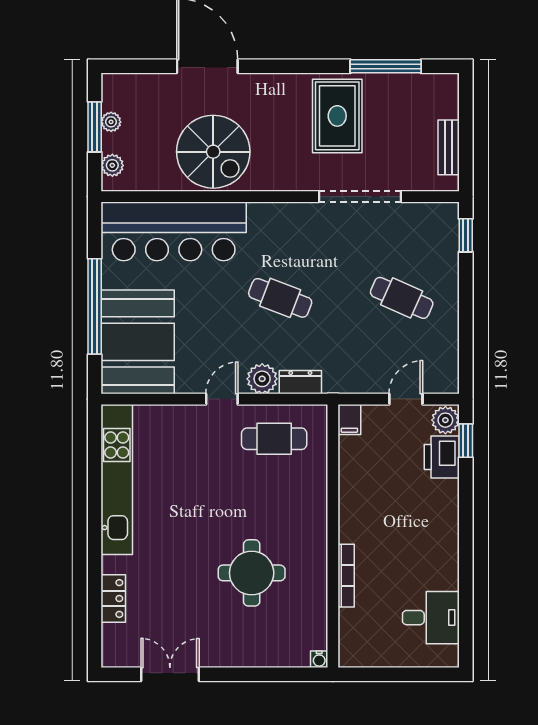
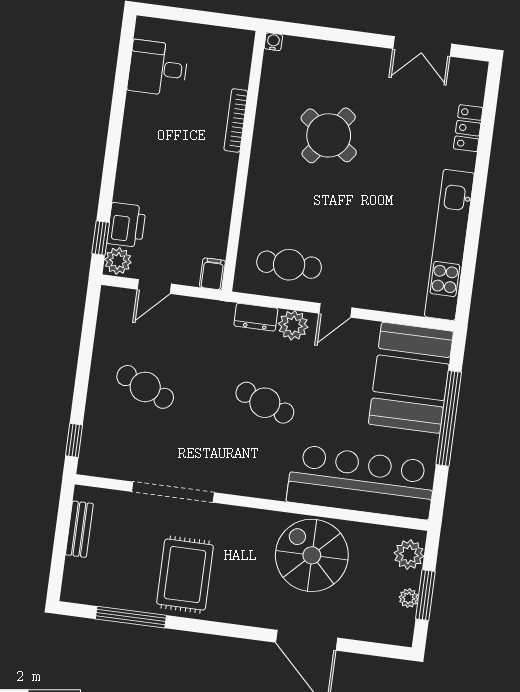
plant: (112, 165) -> (409, 555), width x1.38, depth x1.38
round table: (252, 573) -> (329, 135), turned 36

